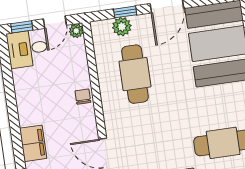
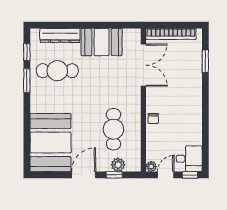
filing cabinet: (33, 143) -> (194, 90), removed

